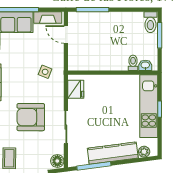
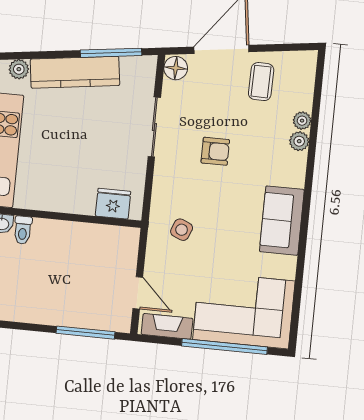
fridge: (76, 89) -> (113, 204), moved, turned 90
armchair: (31, 117) -> (215, 151), width x0.53, depth x0.53

